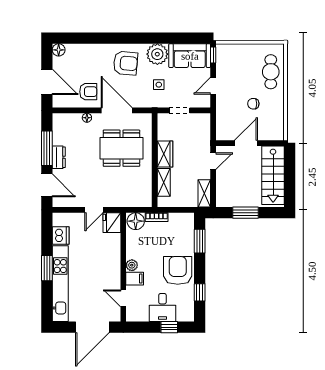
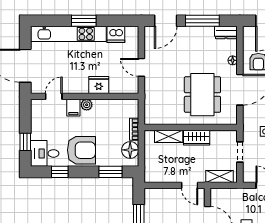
dresser: (59, 157) -> (226, 32), moved
shelving: (204, 193) -> (220, 177), moved
floor lamp: (136, 221) -> (130, 150), moved
fridge: (112, 223) -> (99, 85), moved
desk: (162, 308) -> (45, 153), moved

